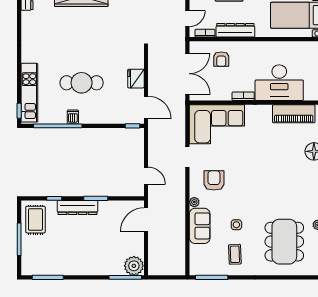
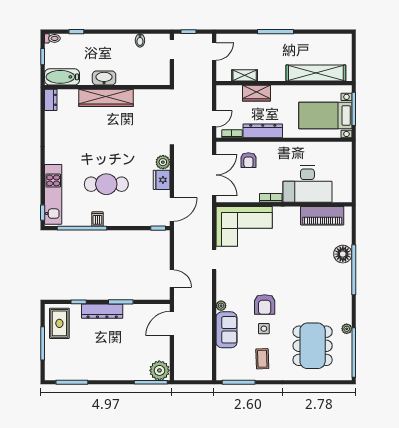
plant: (137, 61) -> (163, 162), added
door: (146, 108) -> (172, 209), hinge flipped
armchair: (214, 180) -> (265, 305), moved, turned 180

